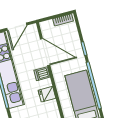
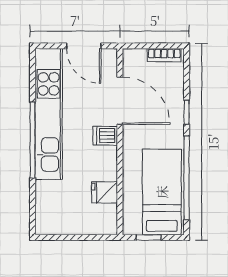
door: (17, 27) -> (84, 46), hinge flipped
fridge: (47, 94) -> (105, 192), moved

